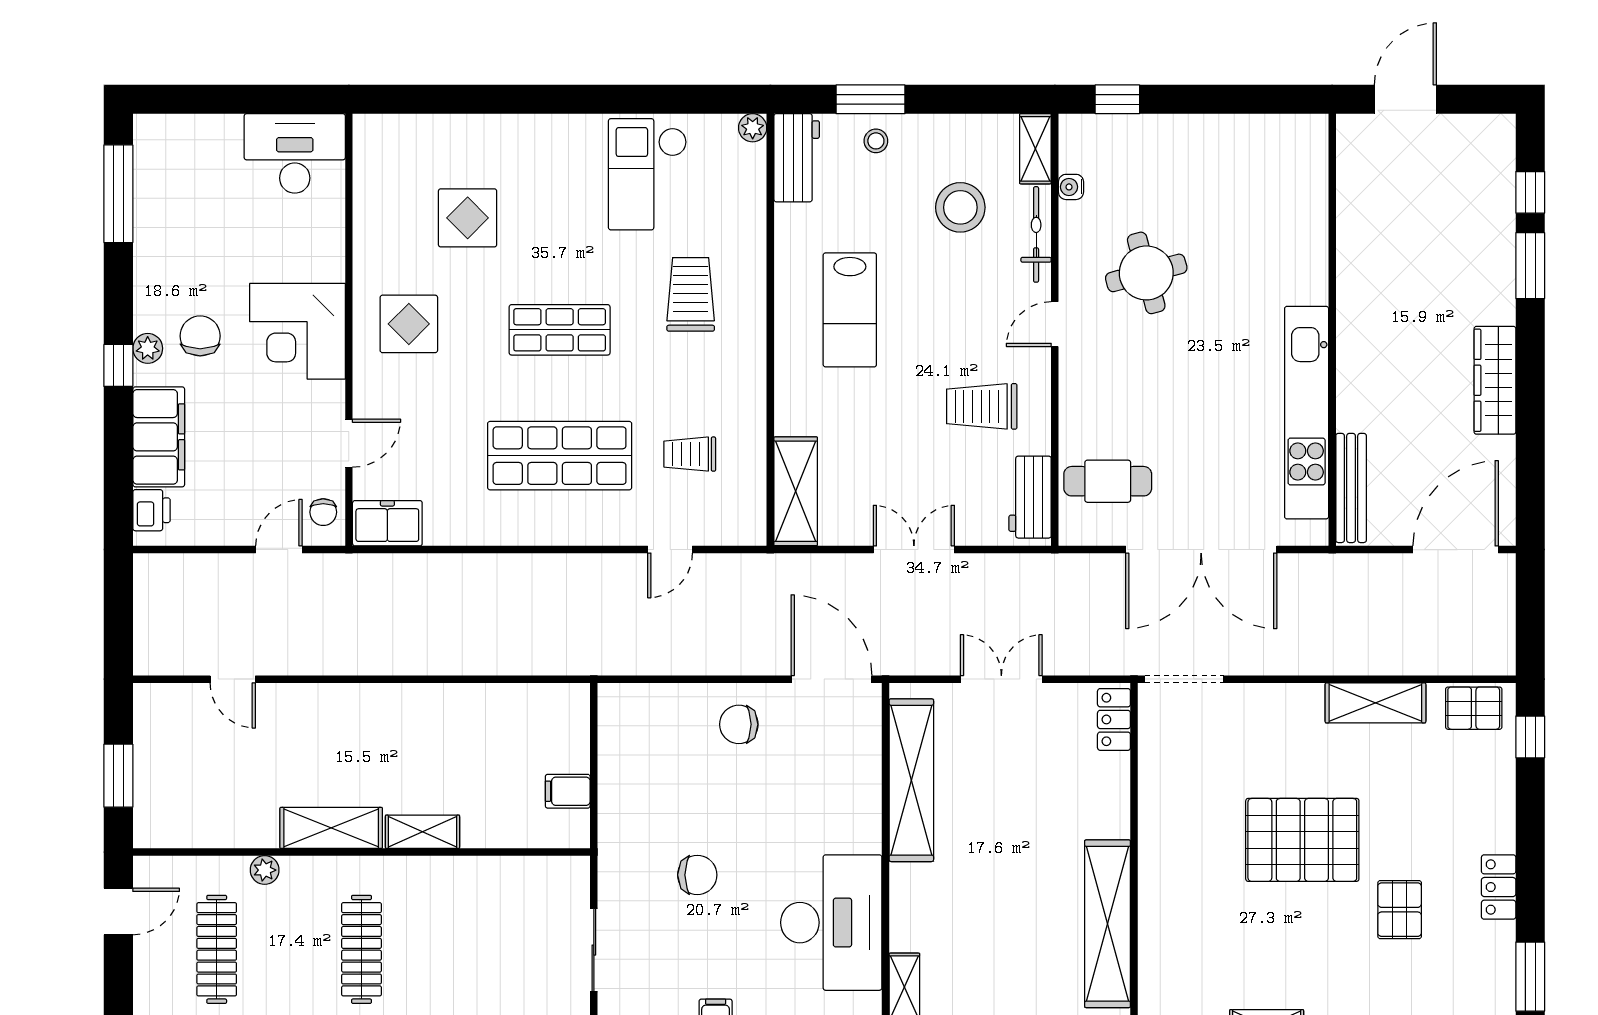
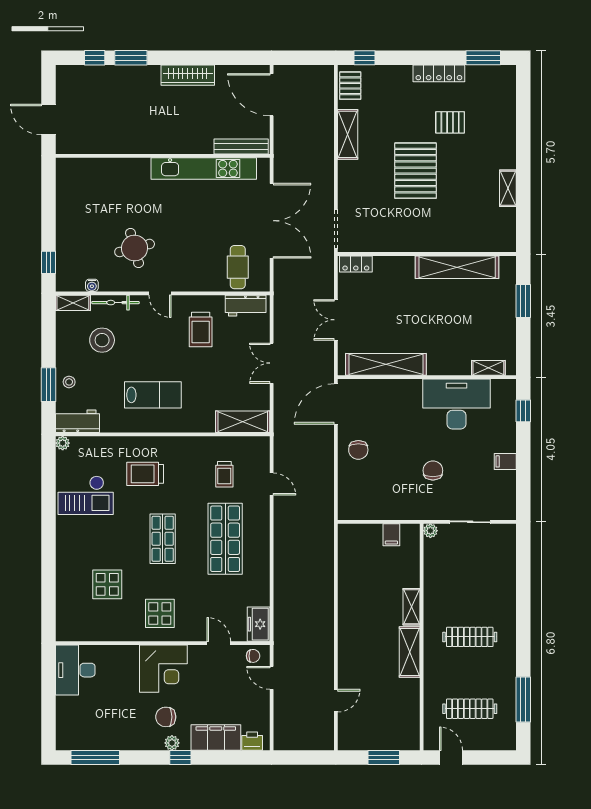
plant: (265, 870) -> (430, 531), moved
locker: (1499, 887) -> (439, 73), width x1.53

